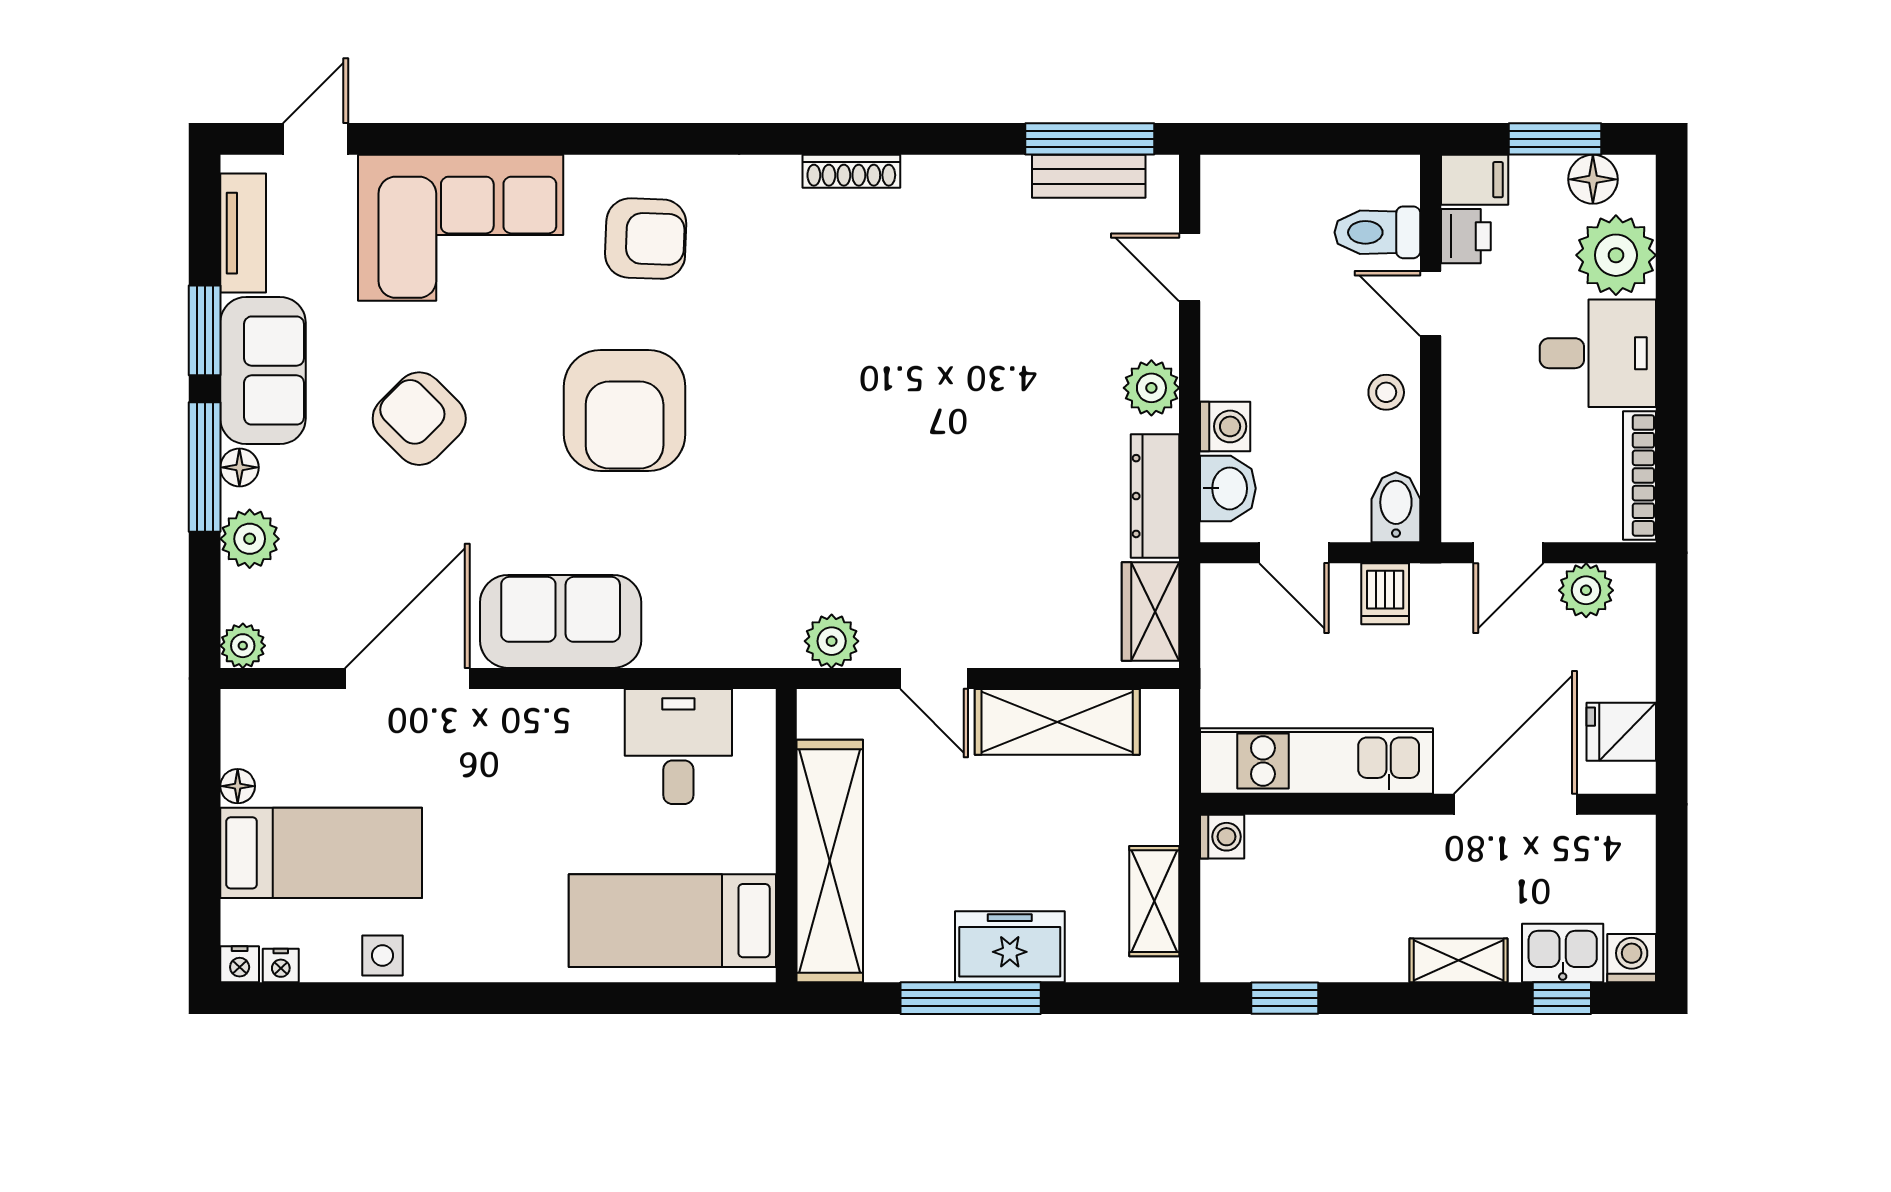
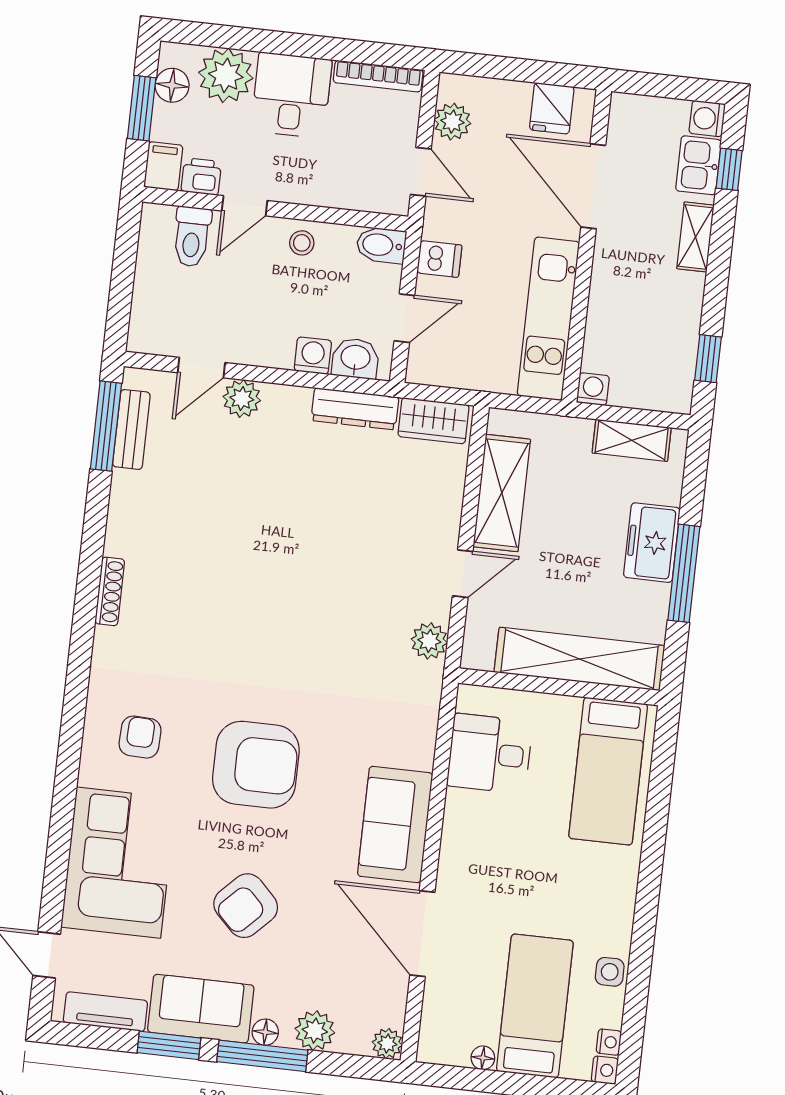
armchair: (646, 239) -> (140, 737), width x0.72, depth x0.72
plant: (1151, 388) -> (242, 399), moved

